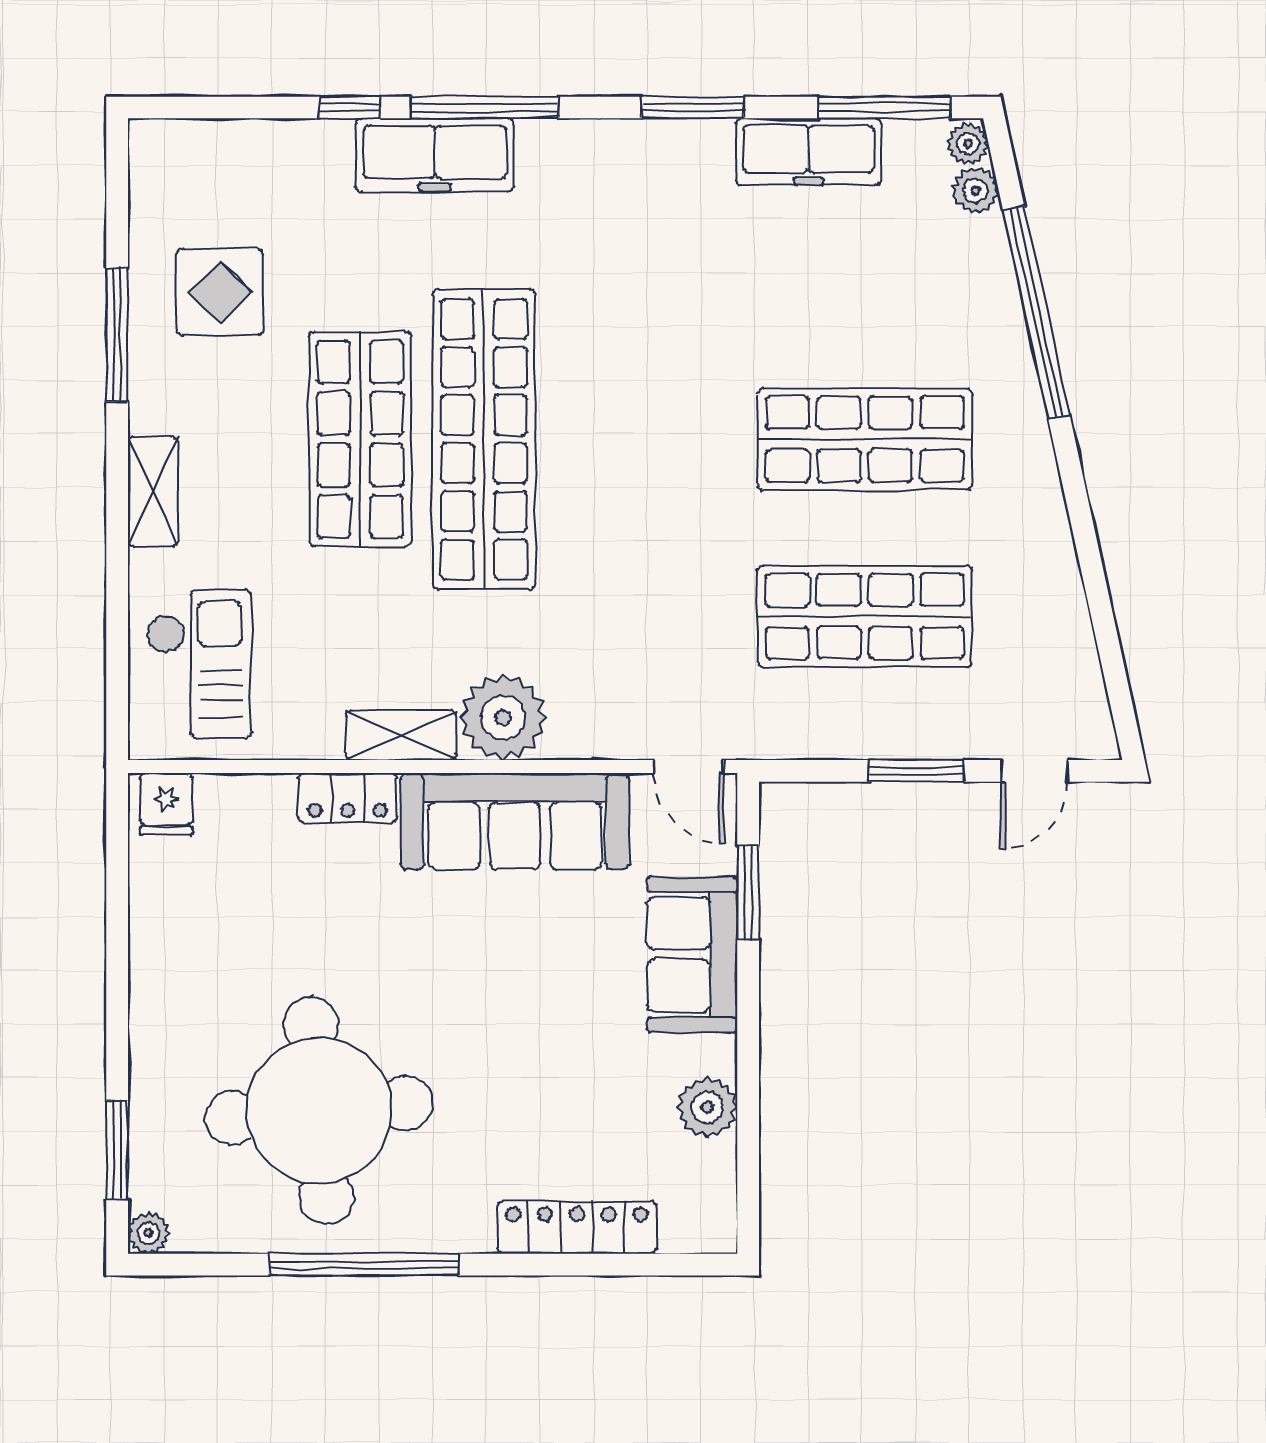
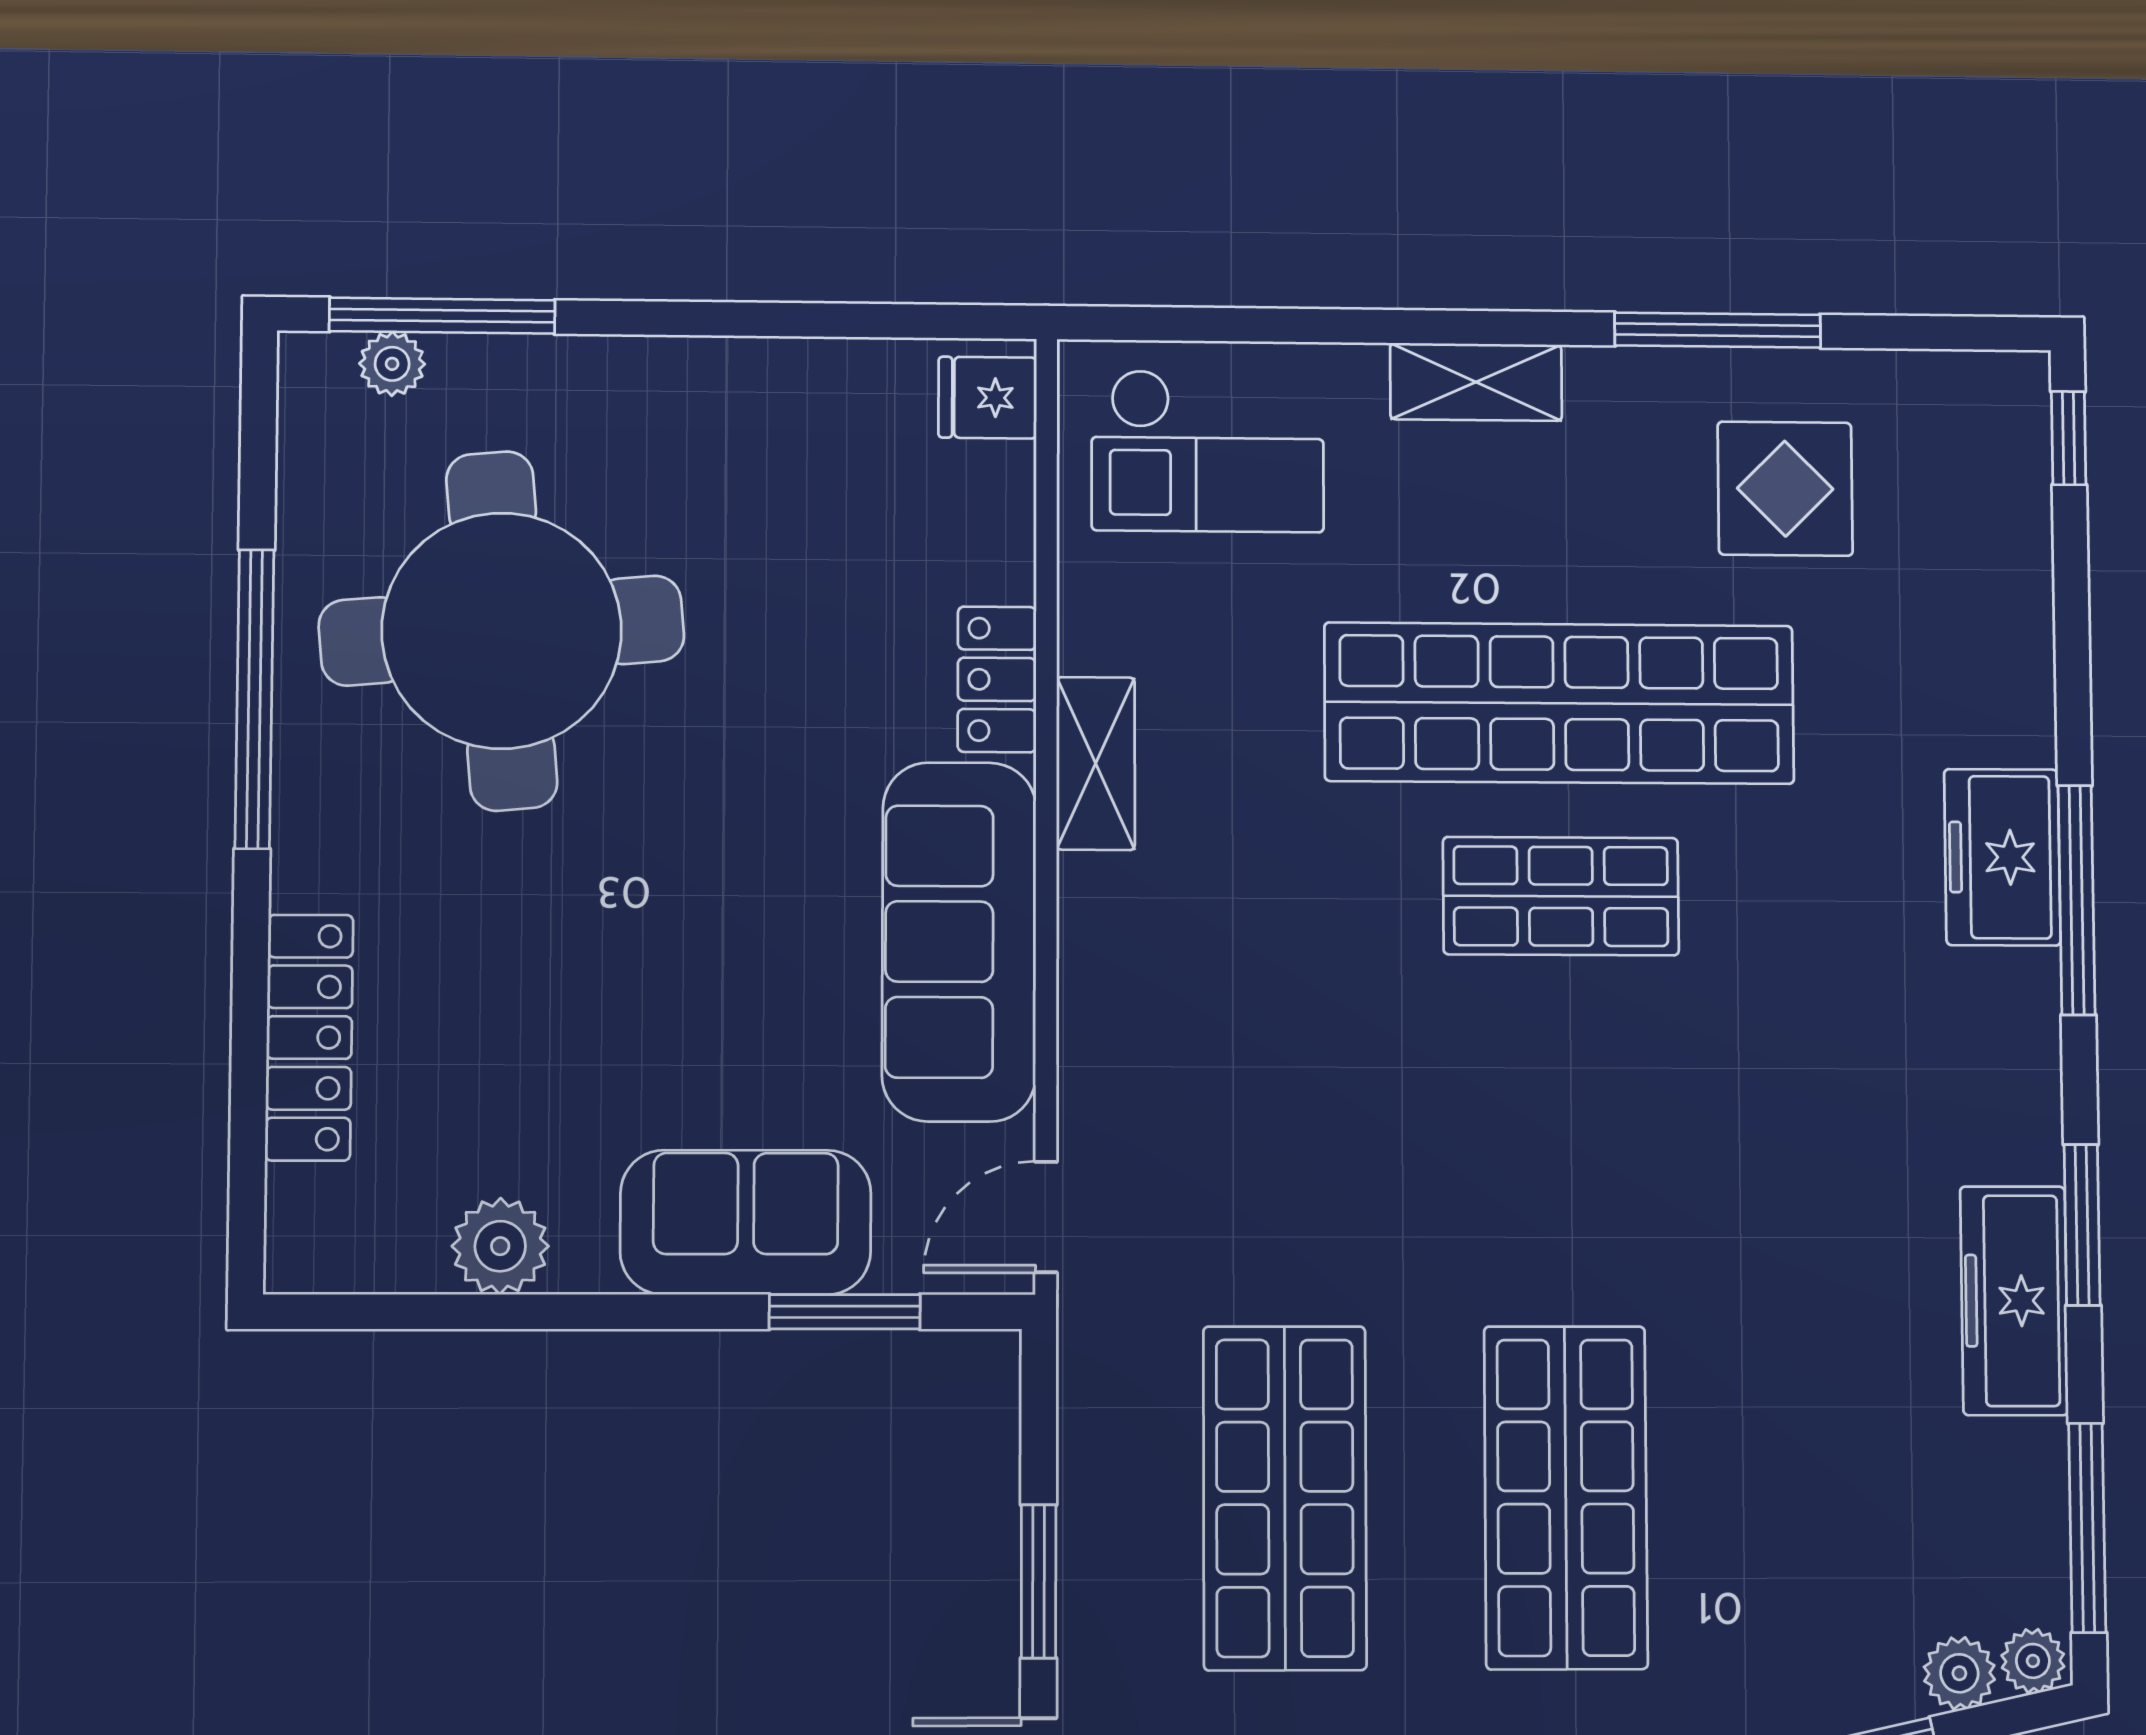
window: (350, 107) -> (2069, 438), moved
freezer: (808, 152) -> (2014, 1301), moved
freezer: (435, 155) -> (2002, 857), width x0.71
shop shelf: (360, 439) -> (1559, 703), width x1.40
shop shelf: (484, 439) -> (1561, 896), width x0.50, depth x0.74
plant: (503, 717) -> (1124, 924), removed
window: (117, 1150) -> (442, 316), width x1.44
plant: (148, 1233) -> (392, 364), moved

